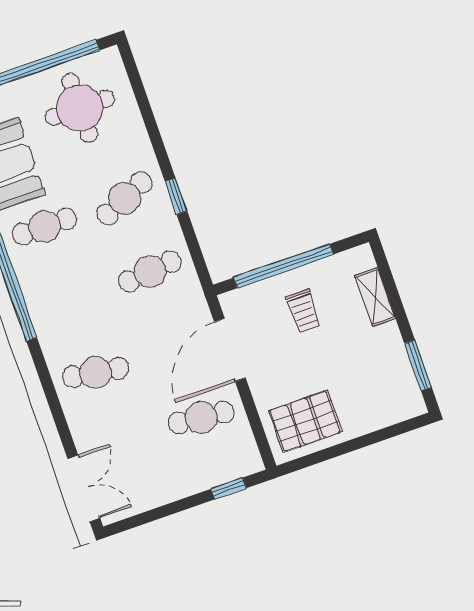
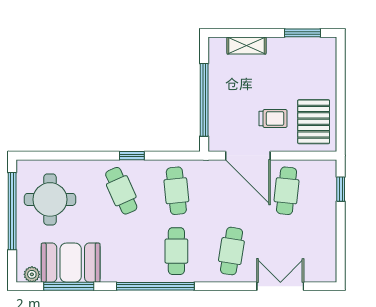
cafe table: (44, 226) -> (176, 251), moved
trolley: (304, 311) -> (273, 119), moved
double door: (84, 488) -> (280, 286), moved

